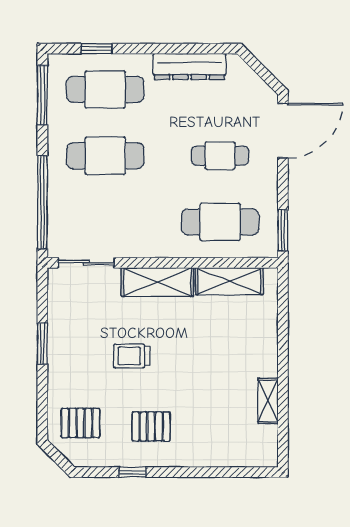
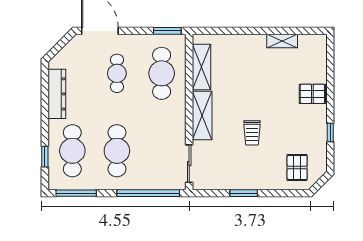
pallet: (151, 426) -> (312, 94), moved, turned 90

